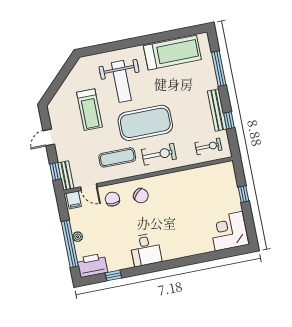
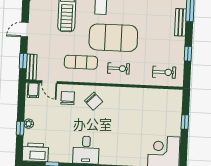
bench: (217, 110) -> (181, 22), moved, width x0.73
exercise bike: (159, 154) -> (119, 68), width x0.73, depth x0.72
window: (70, 244) -> (20, 128), width x0.32

